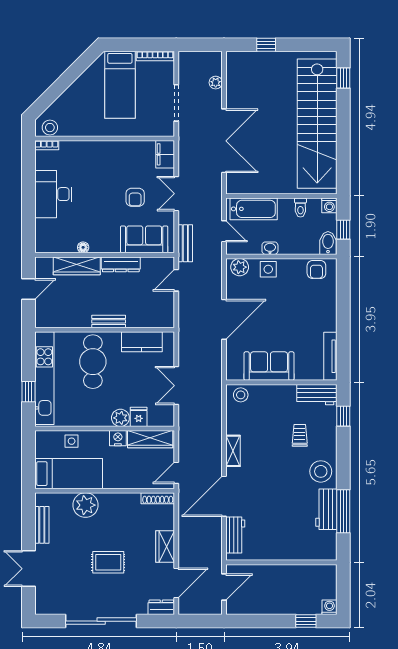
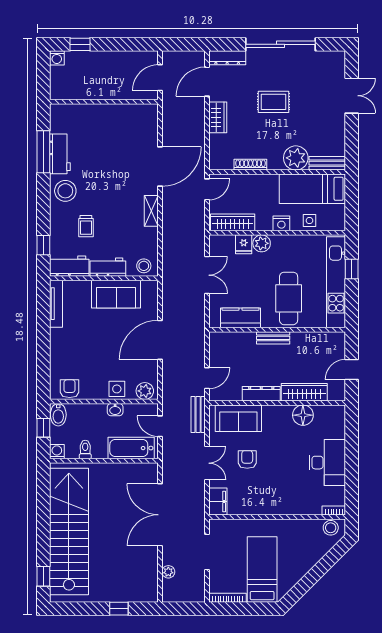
floor lamp: (83, 247) -> (303, 415), width x1.89, depth x1.89
nightstand: (118, 438) -> (281, 223), moved
shoe rack: (158, 498) -> (250, 165), moved
bench: (42, 525) -> (327, 163), moved, turned 90
workbench: (235, 535) -> (108, 267), moved, turned 90
dresser: (161, 607) -> (227, 58), width x1.44

